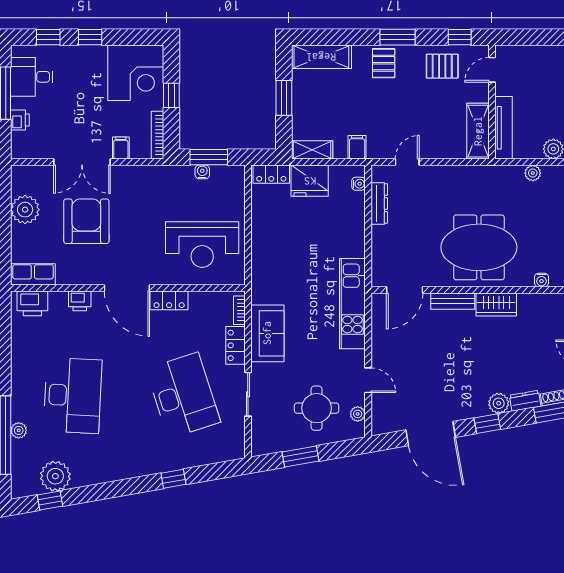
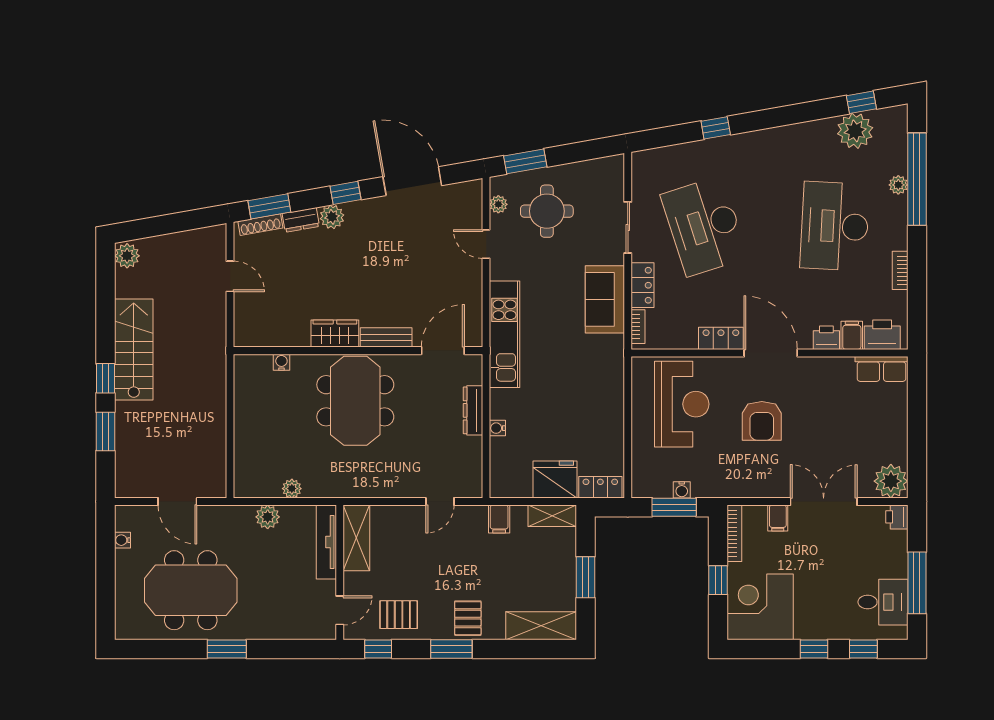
printer: (20, 120) -> (897, 517), moved
water cooler: (359, 184) -> (497, 428), moved
dresser: (379, 203) -> (473, 410), moved
plant: (25, 210) -> (891, 481), moved
armchair: (86, 221) -> (762, 421), moved, width x0.73, depth x0.73
reception desk: (202, 245) -> (682, 404), turned 90
meeting table: (479, 247) -> (355, 401), turned 90
filing cabinet: (58, 303) -> (852, 335), added
bookcase: (17, 358) -> (900, 270), added
window: (300, 456) -> (525, 161), moved

